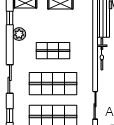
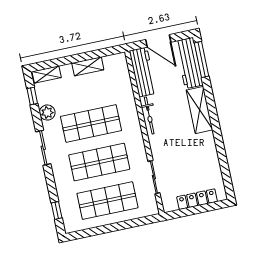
shop shelf: (53, 51) -> (91, 124), width x1.43, depth x1.36
sliding door: (10, 79) -> (43, 148), moved

